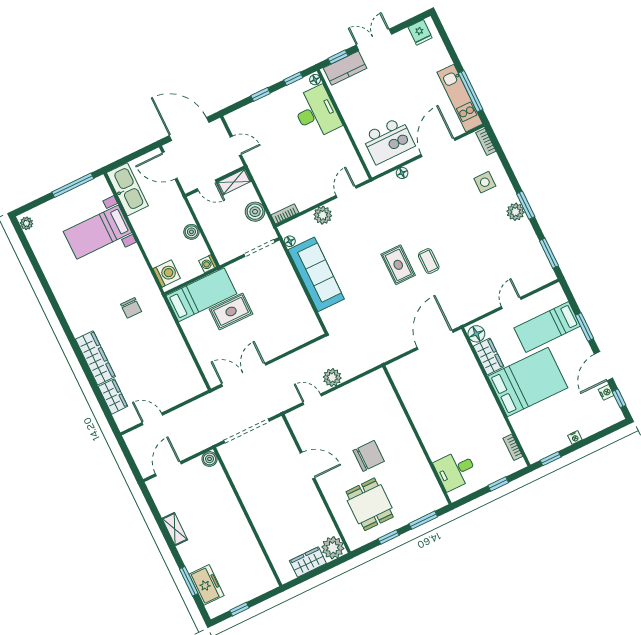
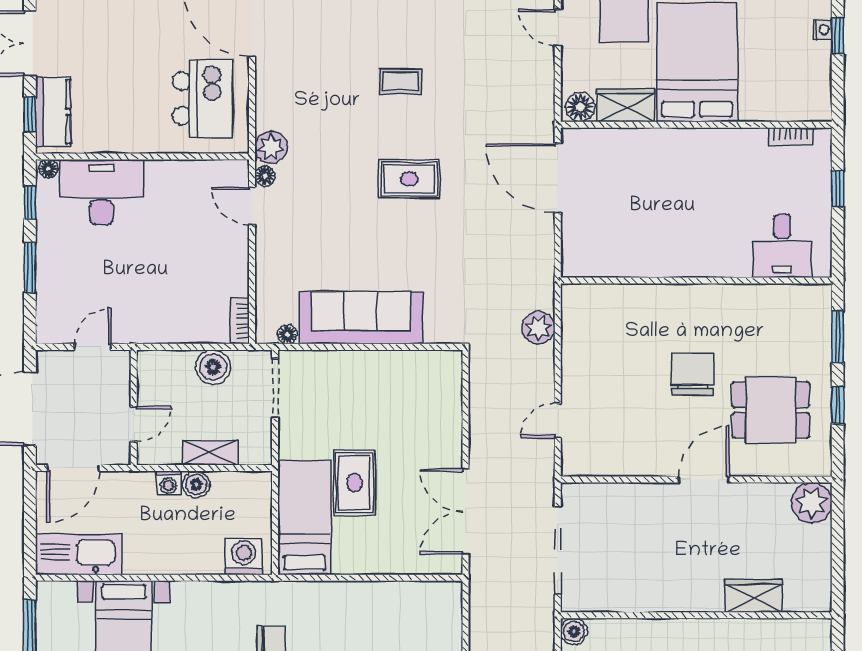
window: (261, 94) -> (30, 267), width x1.50
floor lamp: (402, 173) -> (265, 176), moved
shelving: (234, 182) -> (210, 453), moved, turned 90
plant: (323, 215) -> (271, 147), moved
coffee table: (429, 261) -> (400, 81), moved
washing machine: (208, 264) -> (168, 483), moved
plant: (332, 378) -> (539, 328), moved
window: (551, 459) -> (838, 36), moved
door: (307, 465) -> (704, 480), moved
wardrobe: (308, 562) -> (754, 596), moved, turned 90

